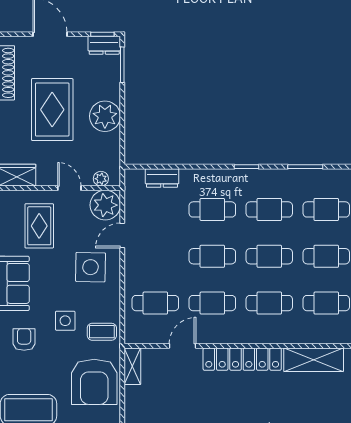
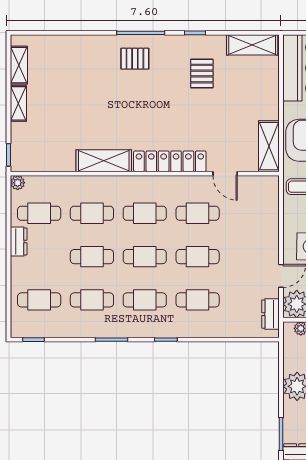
dresser: (162, 178) -> (270, 314), moved, turned -90
cafe table: (155, 303) -> (250, 213), removed
door: (183, 346) -> (225, 174), hinge flipped
shelving: (132, 366) -> (269, 146), width x1.50, depth x1.33

